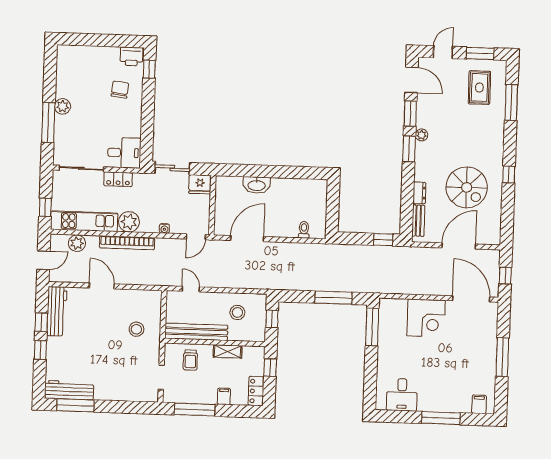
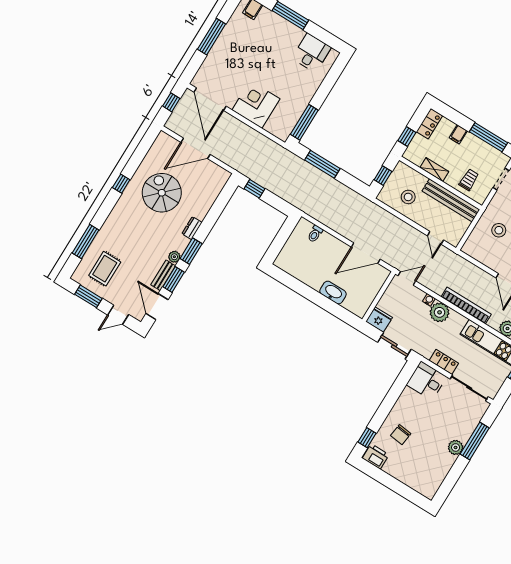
dresser: (419, 193) -> (192, 228), moved
bench: (418, 221) -> (163, 275), moved
plant: (129, 222) -> (440, 312), moved

